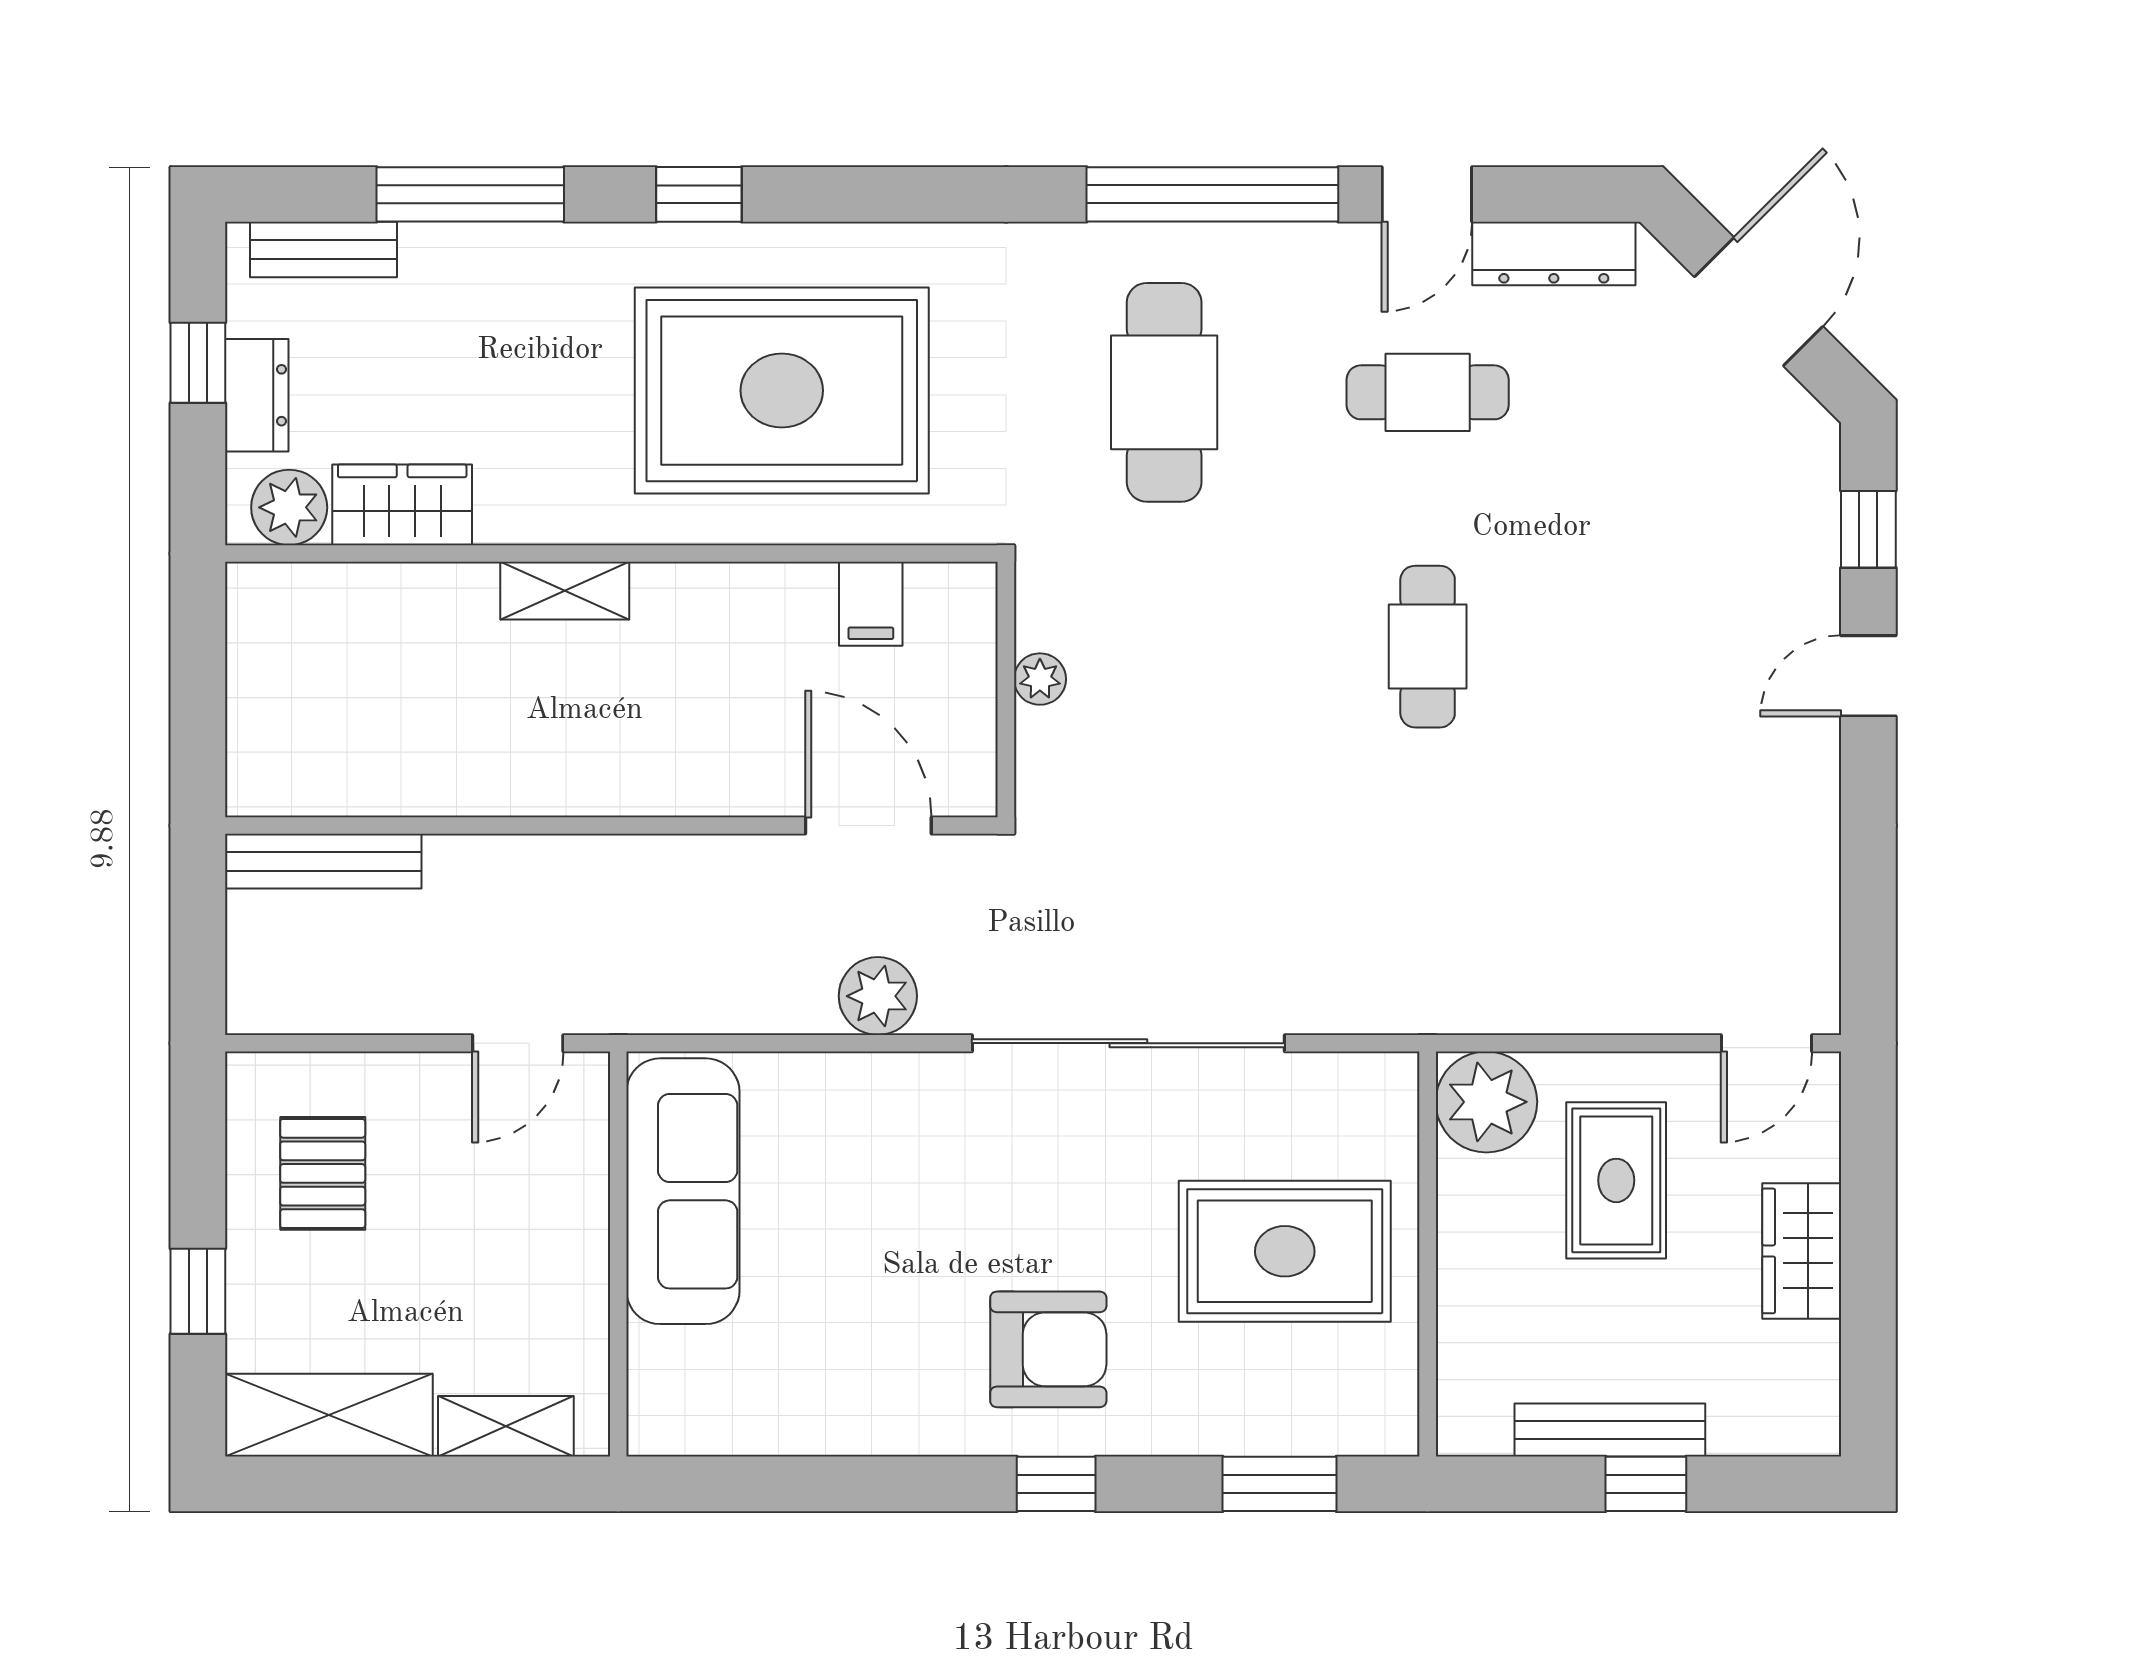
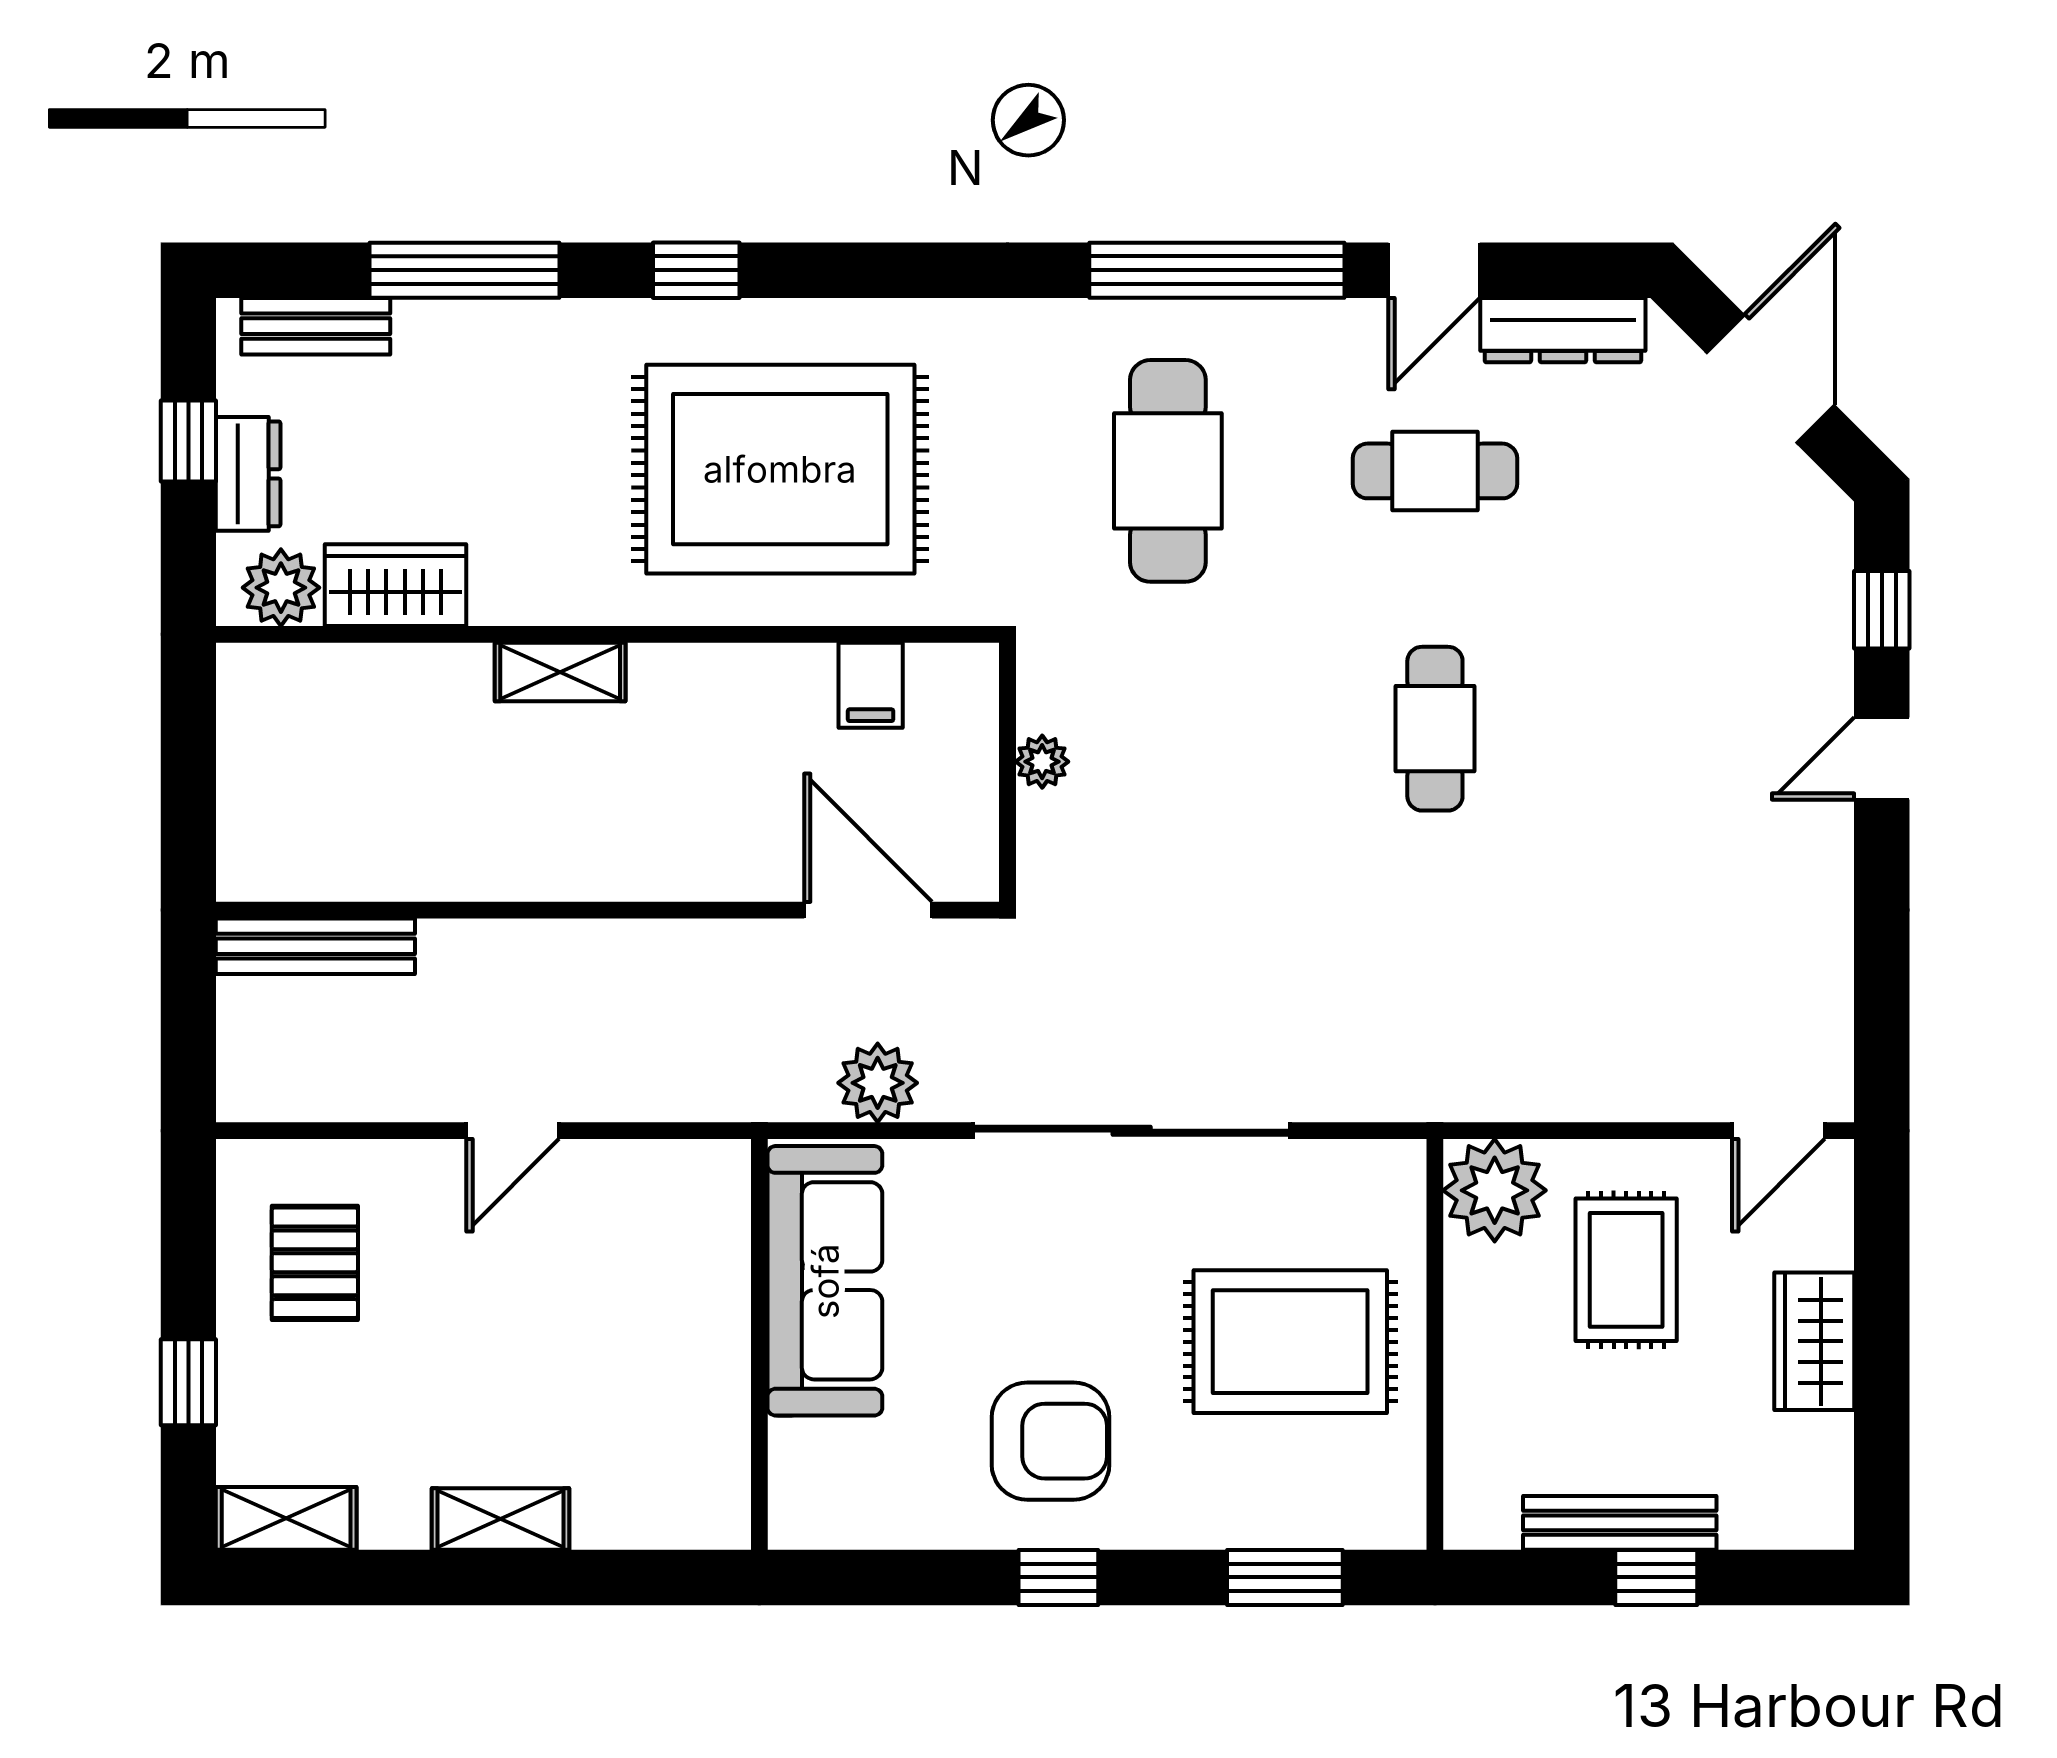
sofa: (683, 1191) -> (825, 1281), moved
wall: (618, 1254) -> (759, 1344), moved
shelving: (329, 1415) -> (286, 1518), width x0.67, depth x0.75

